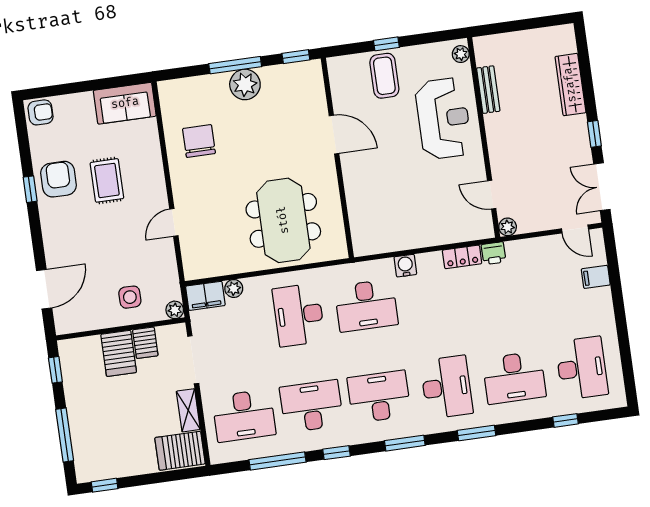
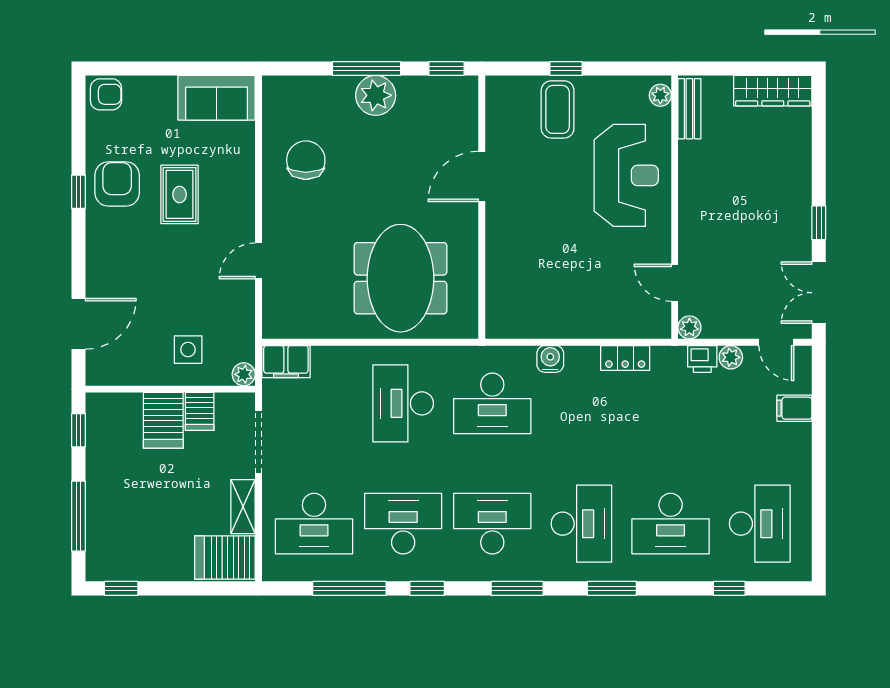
wardrobe: (570, 85) -> (773, 91), moved, turned -90
bench: (488, 90) -> (689, 109), moved
door: (334, 135) -> (482, 176), swing flipped
printer: (494, 253) -> (702, 359), moved
plant: (234, 288) -> (731, 357), moved

